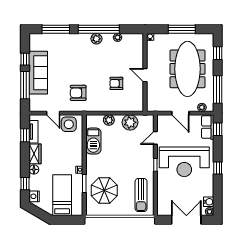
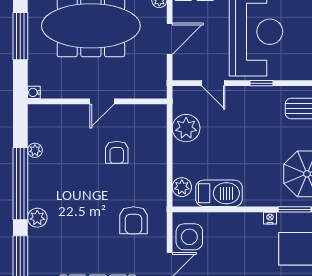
plant: (96, 39) -> (37, 218), moved
plant: (109, 120) -> (182, 187), moved

